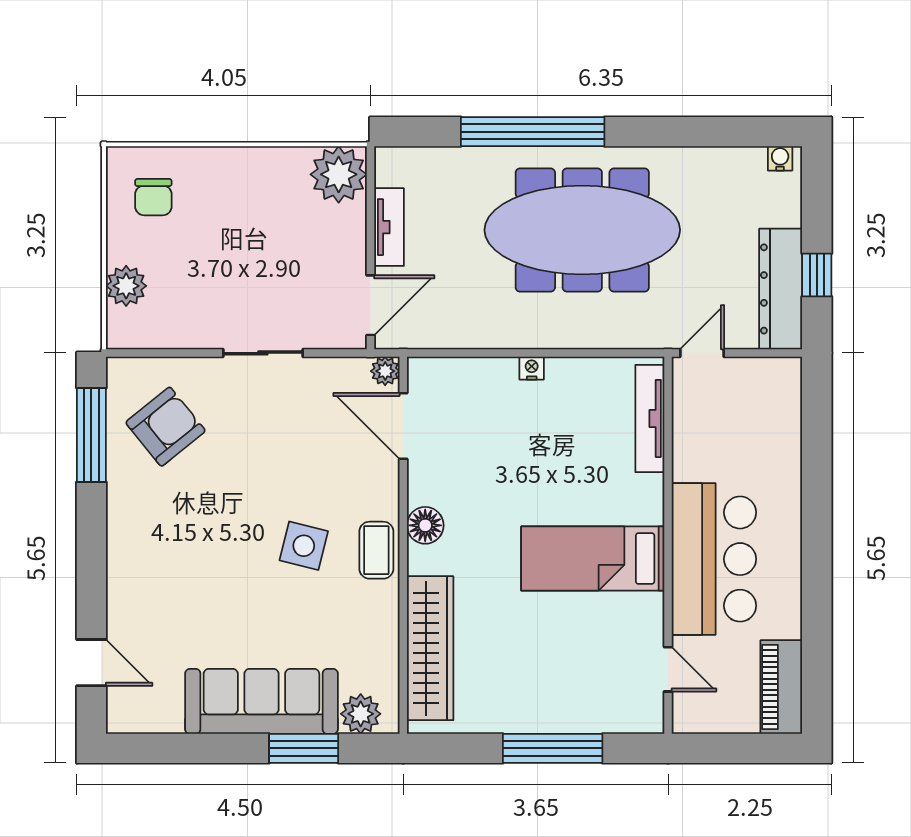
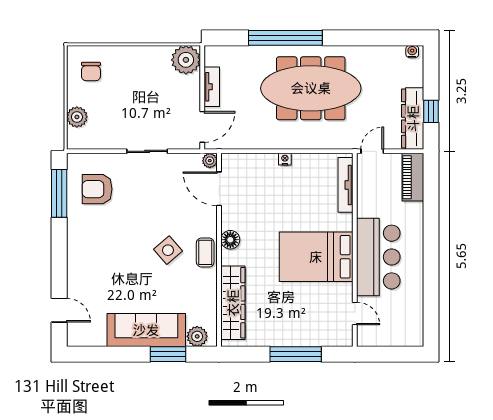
armchair: (166, 427) -> (97, 189), turned -141
side table: (304, 546) -> (168, 250), turned 35
bed: (593, 558) -> (316, 257), width x1.50
piano: (781, 687) -> (413, 177), moved

